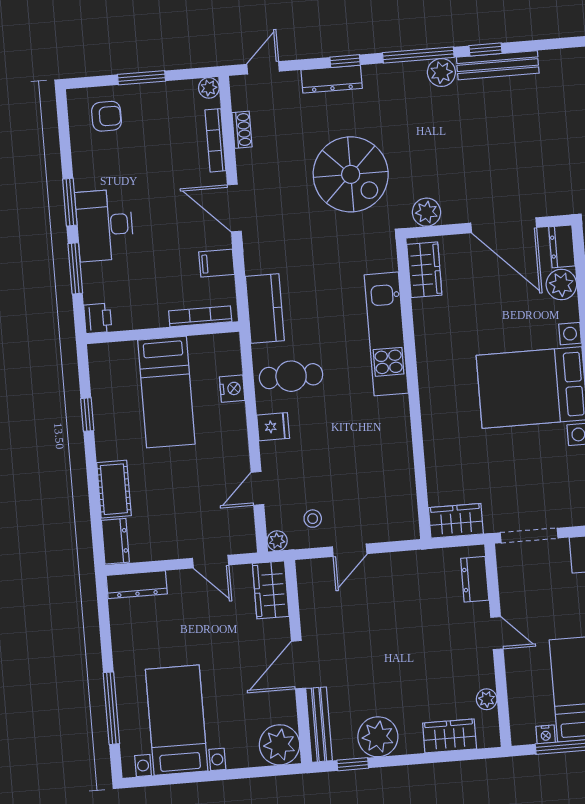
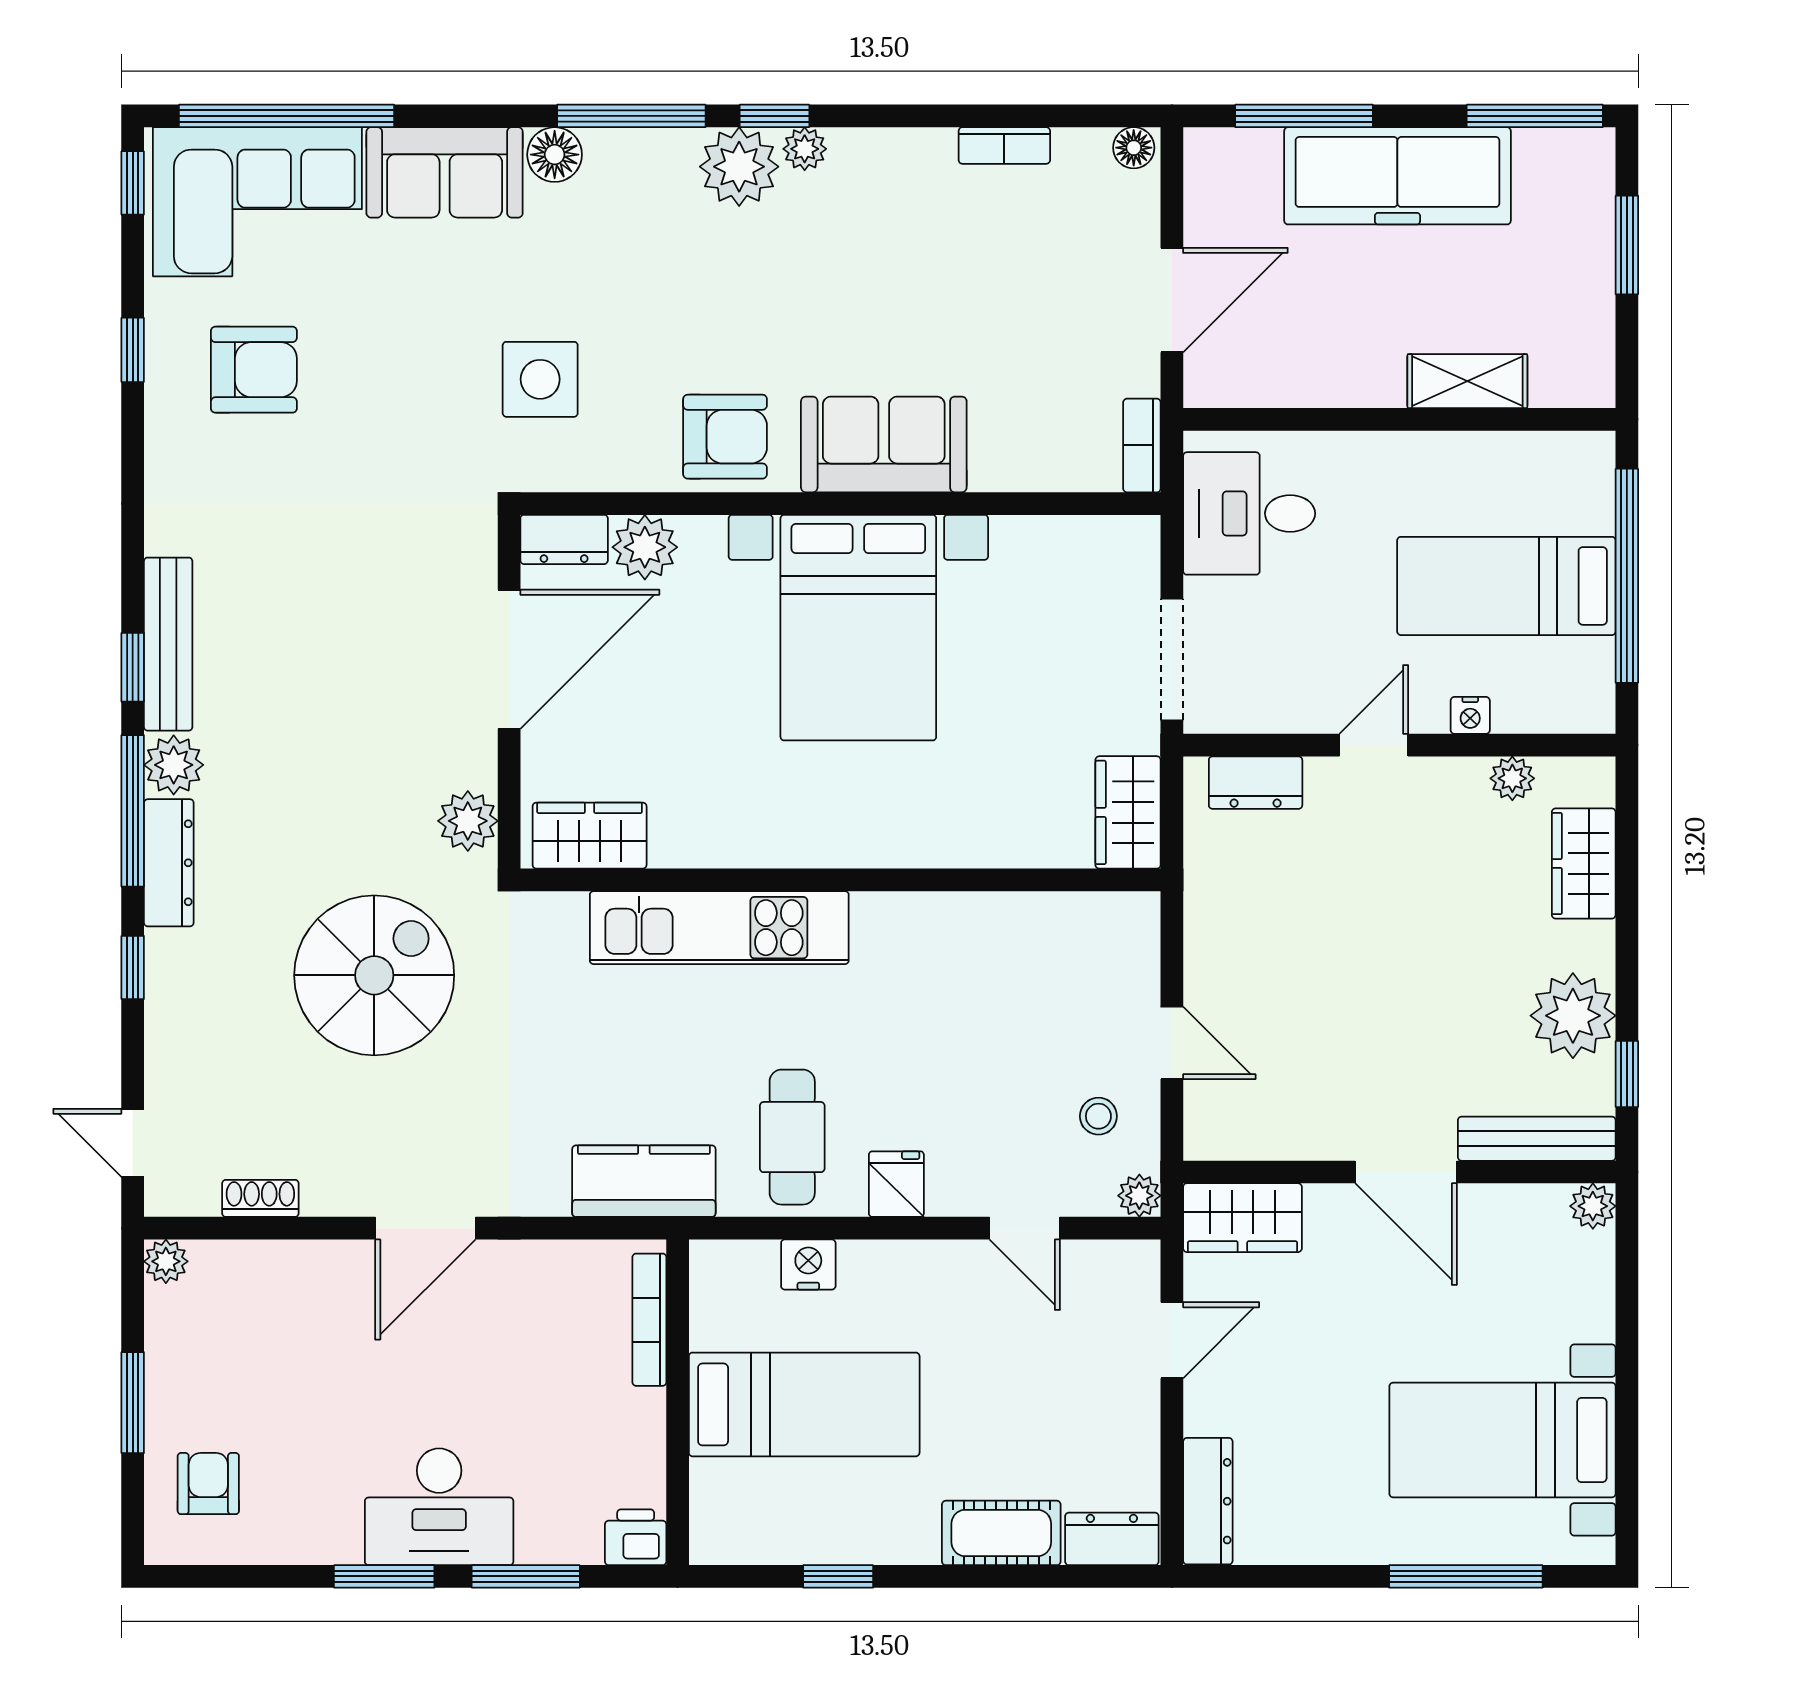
dresser: (332, 79) -> (169, 863), moved
bookcase: (215, 140) -> (278, 1256), removed
filing cabinet: (217, 263) -> (539, 1275), removed
nightstand: (546, 734) -> (1470, 715), moved, turned 90
plant: (279, 745) -> (1593, 1206), width x0.53, depth x0.53

